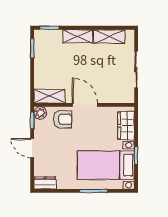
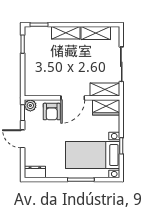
shelving: (49, 96) -> (105, 90), moved
door: (85, 105) -> (73, 98), swing flipped
armchair: (63, 119) -> (52, 112), turned 90
wardrobe: (126, 126) -> (106, 107), moved, turned -90

